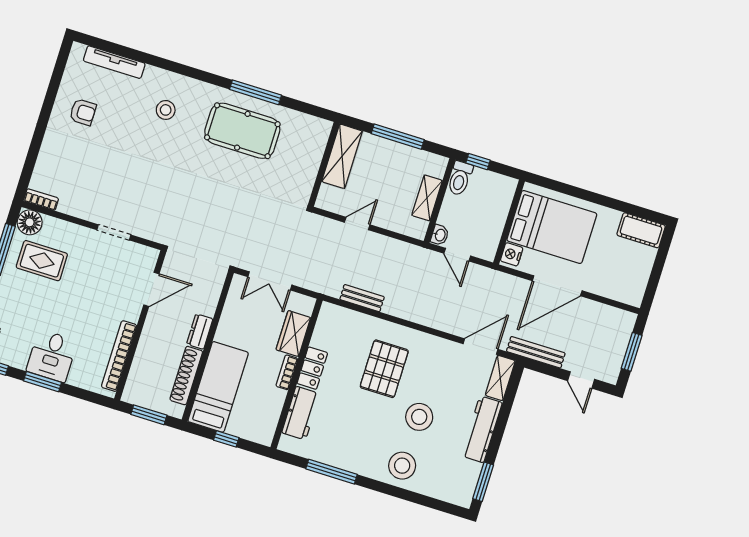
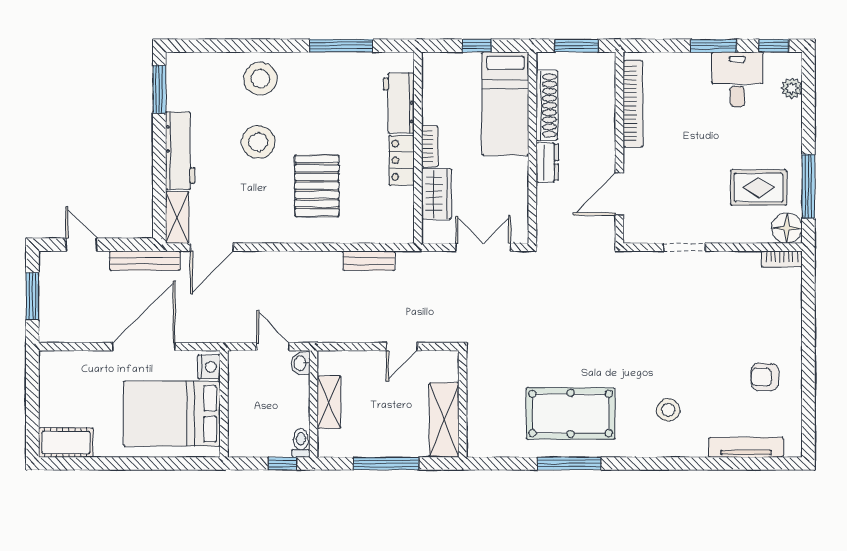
toilet: (460, 178) -> (301, 443), width x0.73, depth x0.72
desk: (52, 356) -> (737, 79), moved

